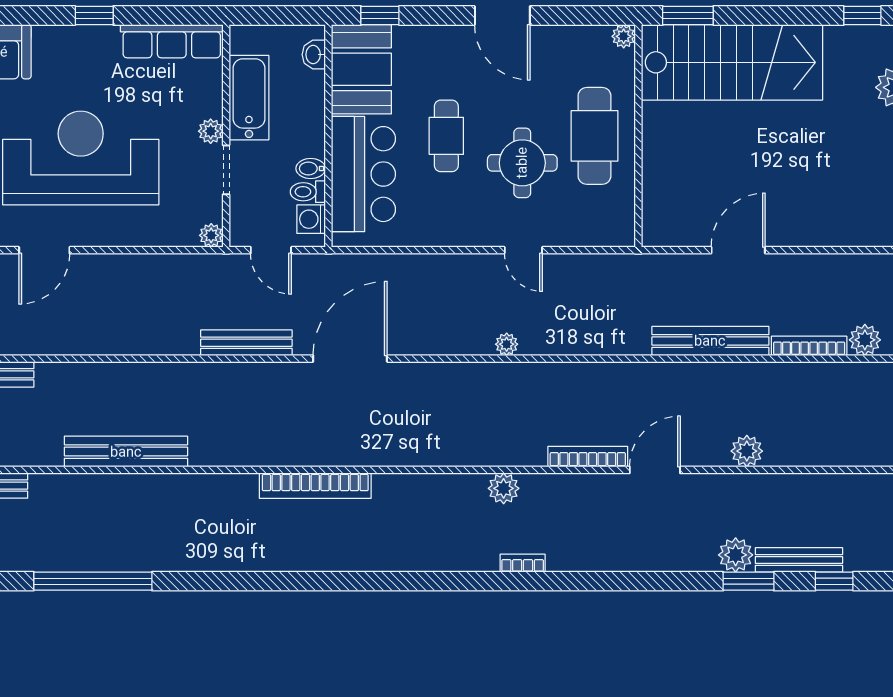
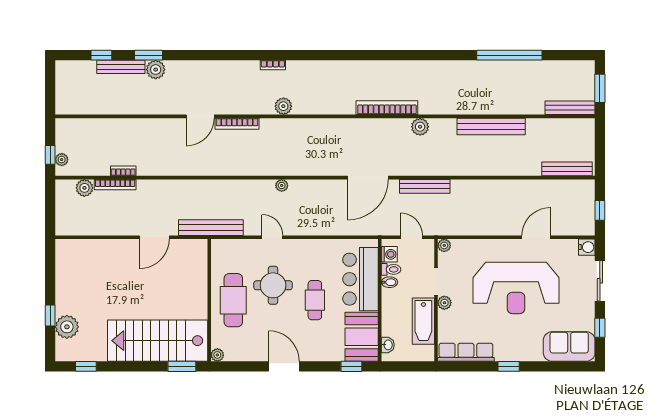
bench: (710, 341) -> (211, 228), moved
bookcase: (795, 371) -> (123, 171), added
plant: (747, 451) -> (420, 127), moved

